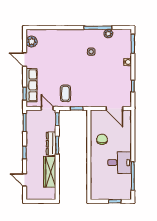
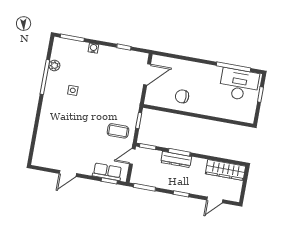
plant: (32, 42) -> (47, 161), removed
row of seats: (32, 85) -> (107, 172), width x0.68
desk: (120, 163) -> (239, 85), moved, width x1.37
wardrobe: (50, 172) -> (226, 170), moved

